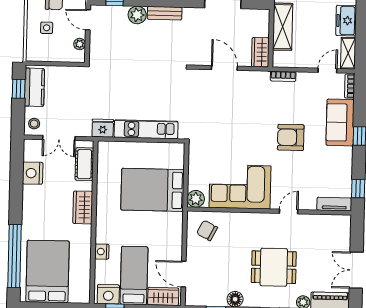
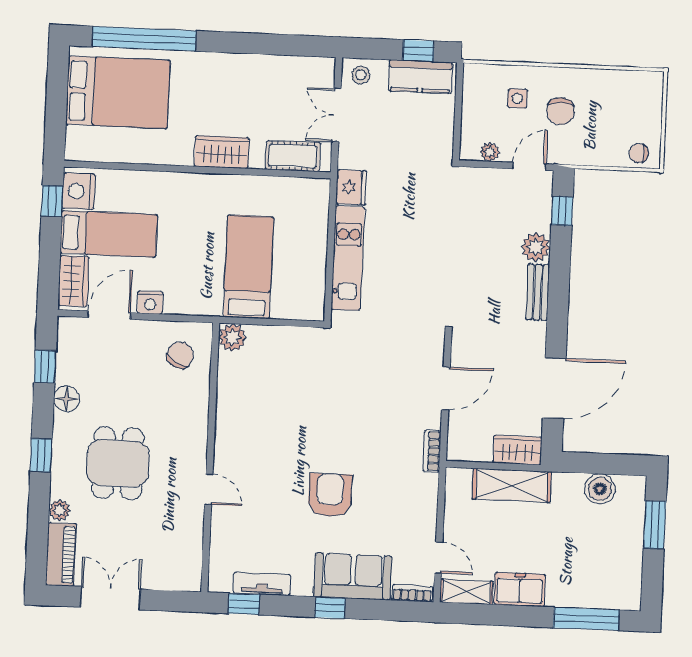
wardrobe: (260, 52) -> (517, 450), moved
bookcase: (283, 76) -> (432, 451), moved
nightstand: (33, 173) -> (280, 71), removed
corner sofa: (240, 187) -> (251, 410), removed
bed: (153, 190) -> (248, 267), width x0.67
tv unit: (334, 204) -> (262, 584), moved, turned -90
nightstand: (102, 252) -> (150, 302), moved, turned 180

